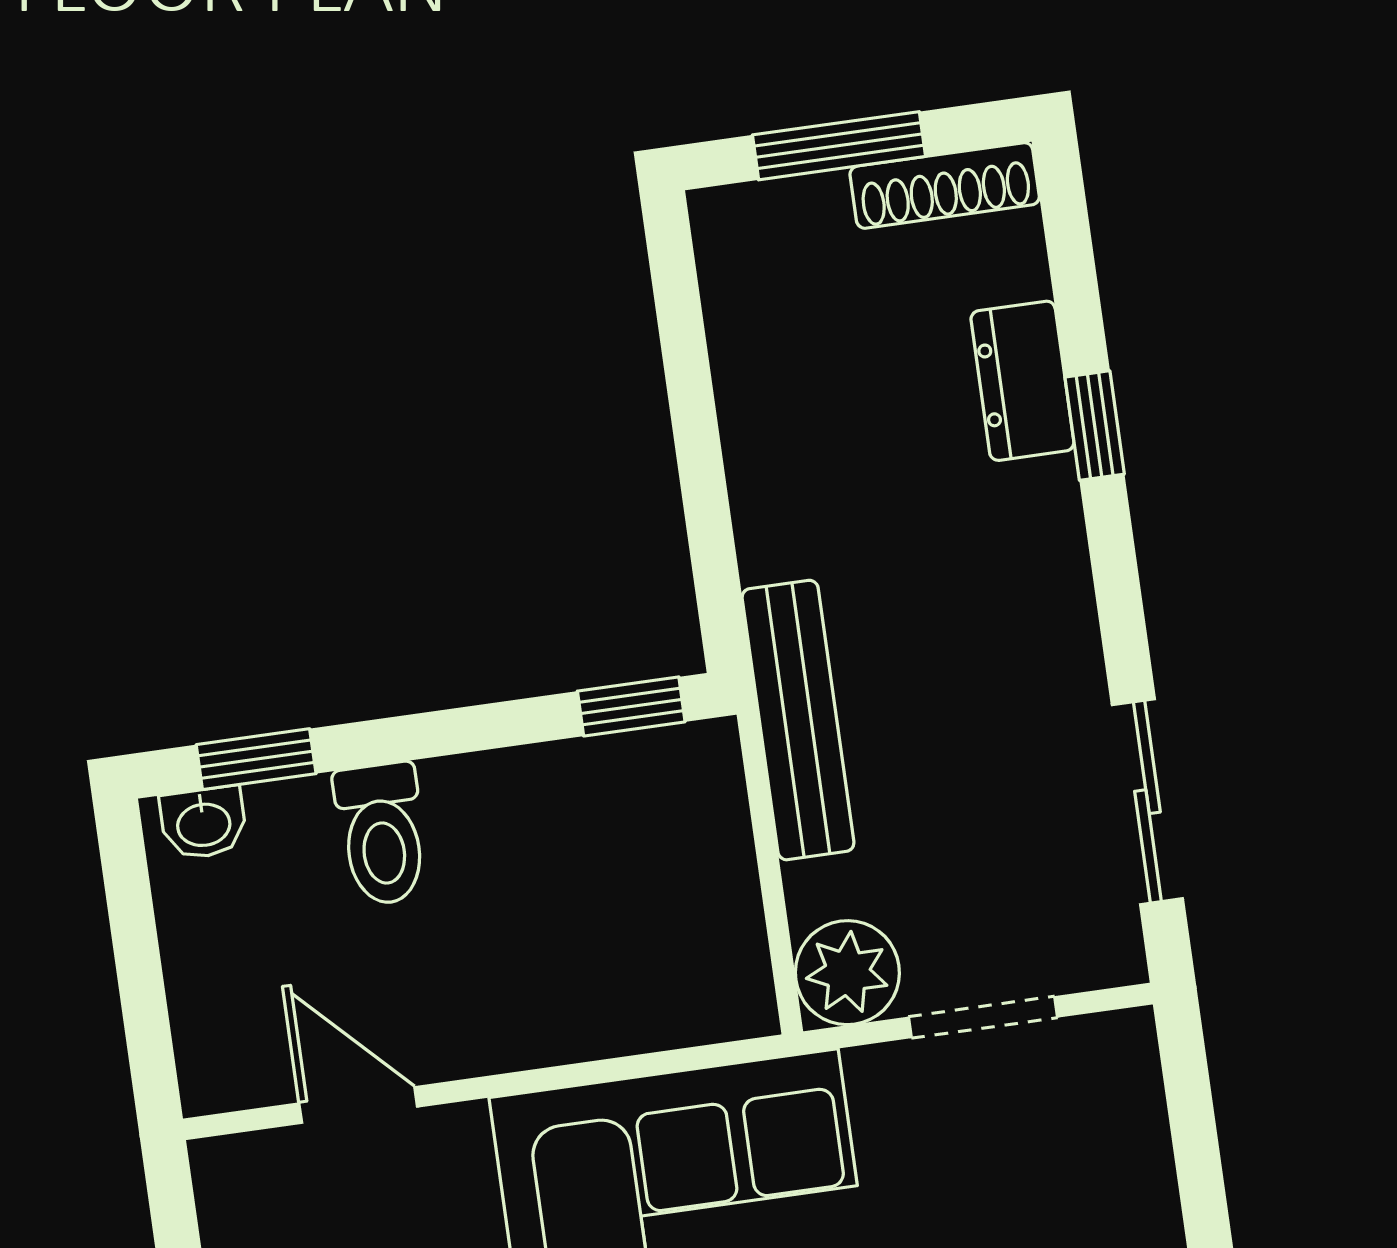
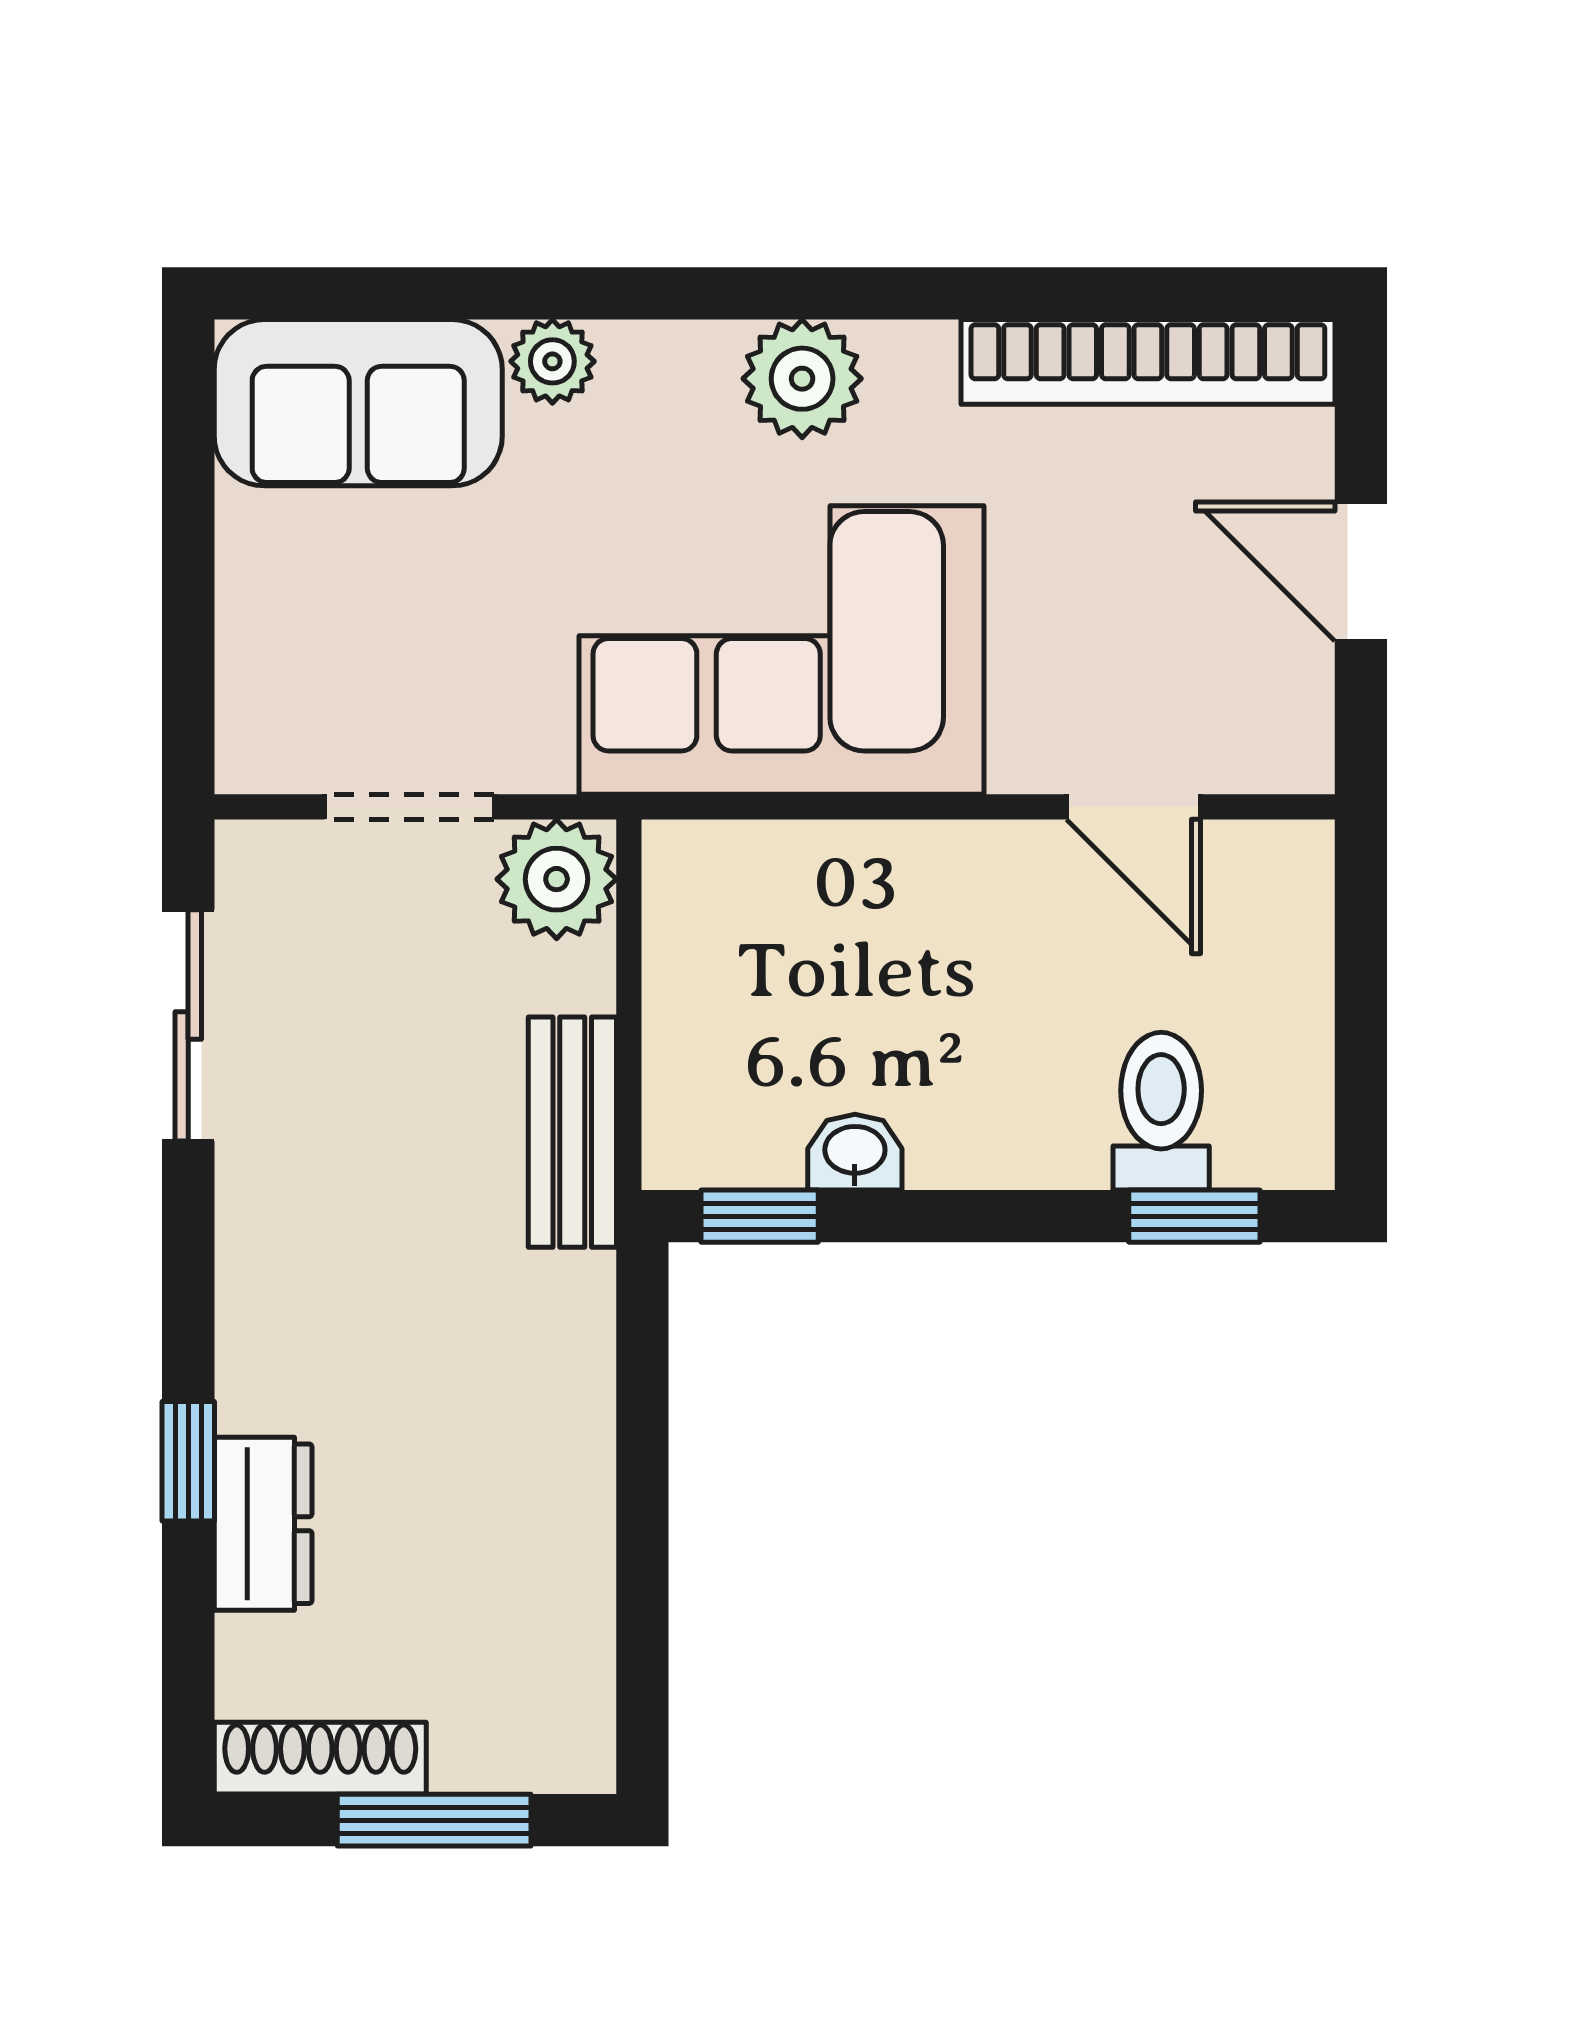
bench: (798, 720) -> (572, 1132), width x0.73
washbasin: (203, 823) -> (855, 1152), moved
toilet: (382, 834) -> (1161, 1111), moved

